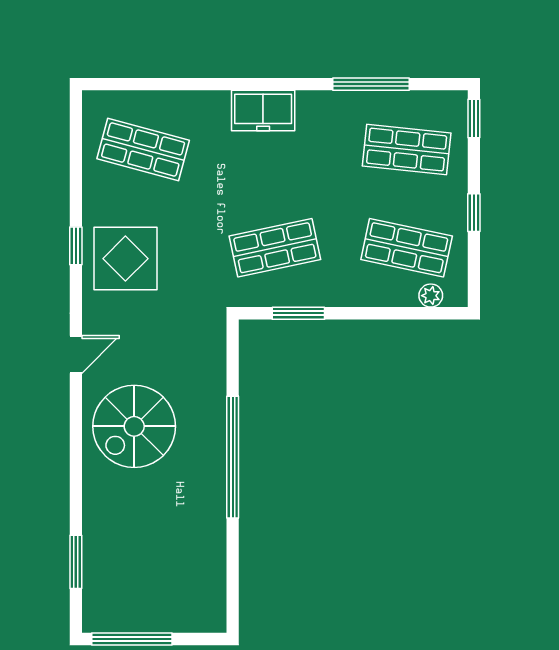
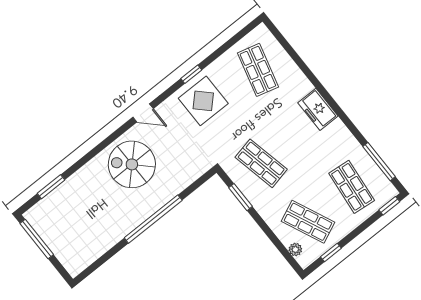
window: (371, 84) -> (379, 162), moved
window: (474, 213) -> (331, 253), moved
shop shelf: (407, 248) -> (308, 222), turned -36

